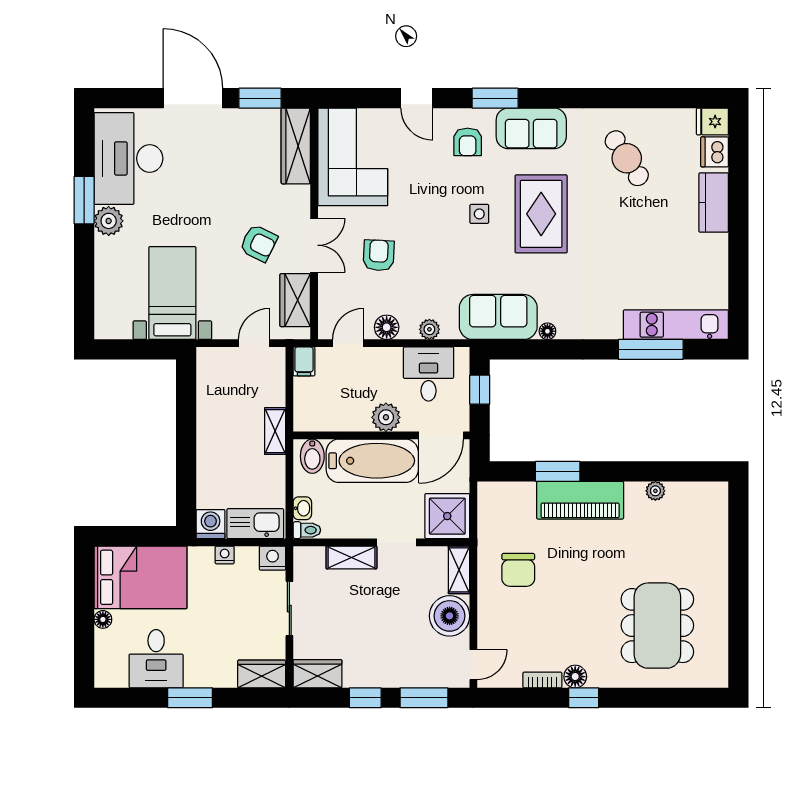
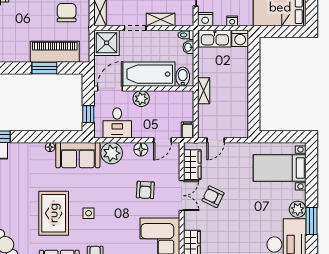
double door: (314, 245) -> (182, 196), swing flipped
bed with nightstands: (172, 293) -> (280, 168), moved, turned 90
plant: (429, 329) -> (112, 153), width x1.87, depth x1.87
piano: (580, 500) -> (55, 52), moved

